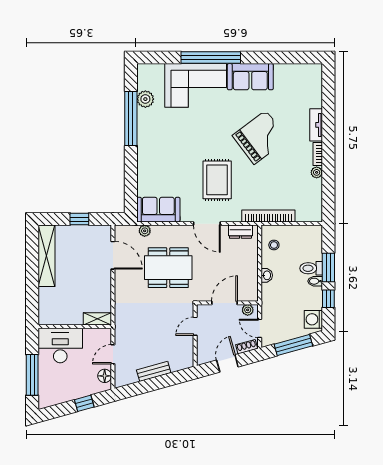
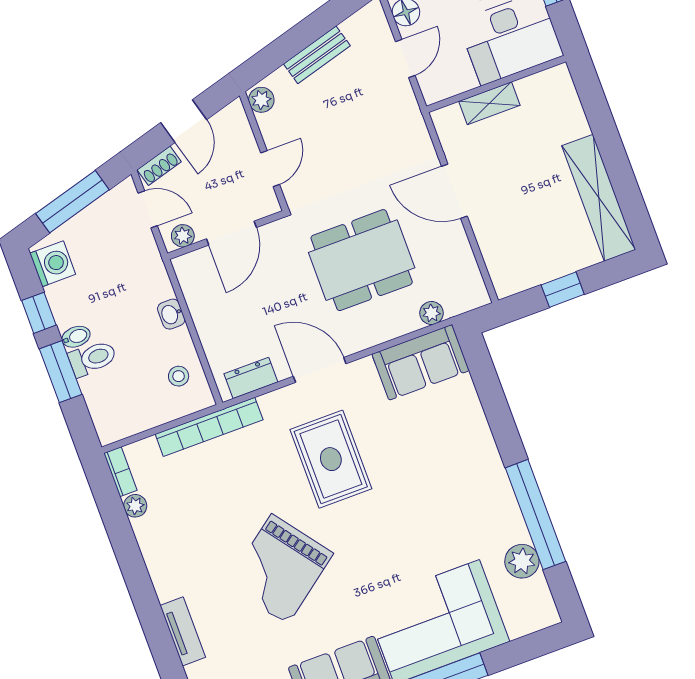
bookcase: (318, 154) -> (120, 472), moved
plant: (317, 172) -> (135, 506), moved
door: (113, 255) -> (454, 191), moved
shelving: (97, 319) -> (489, 103), moved
plant: (187, 360) -> (261, 100), added

